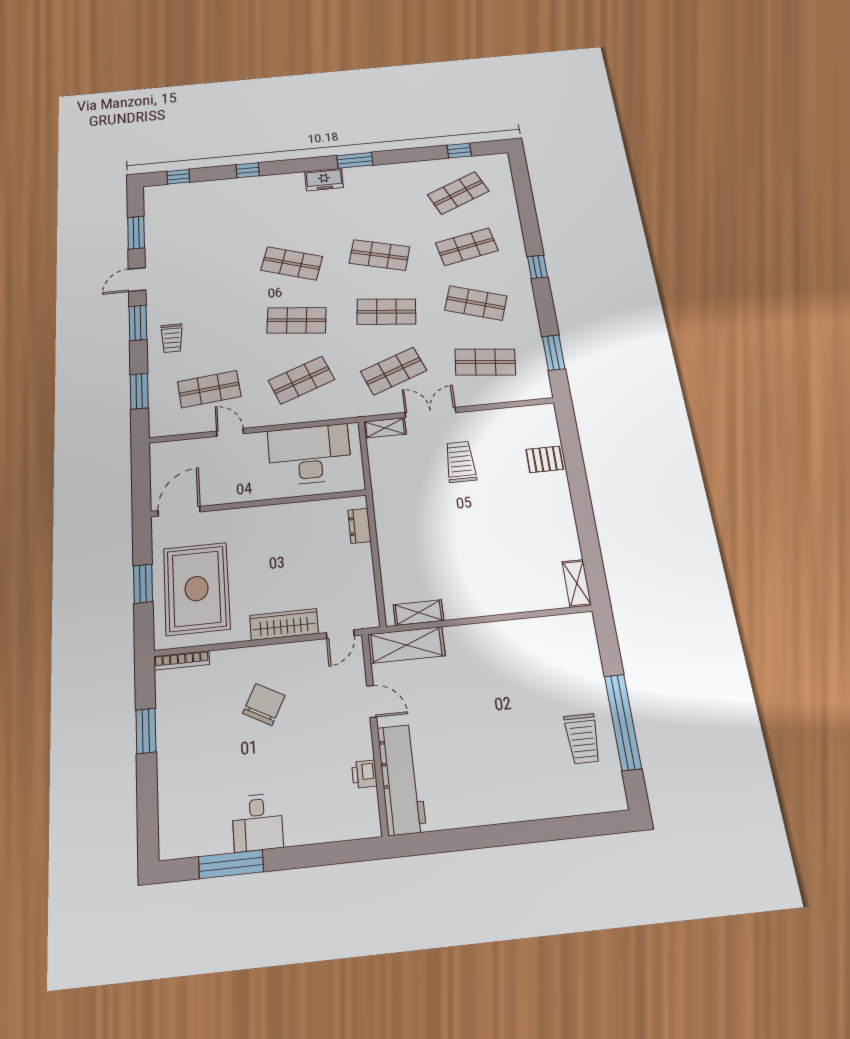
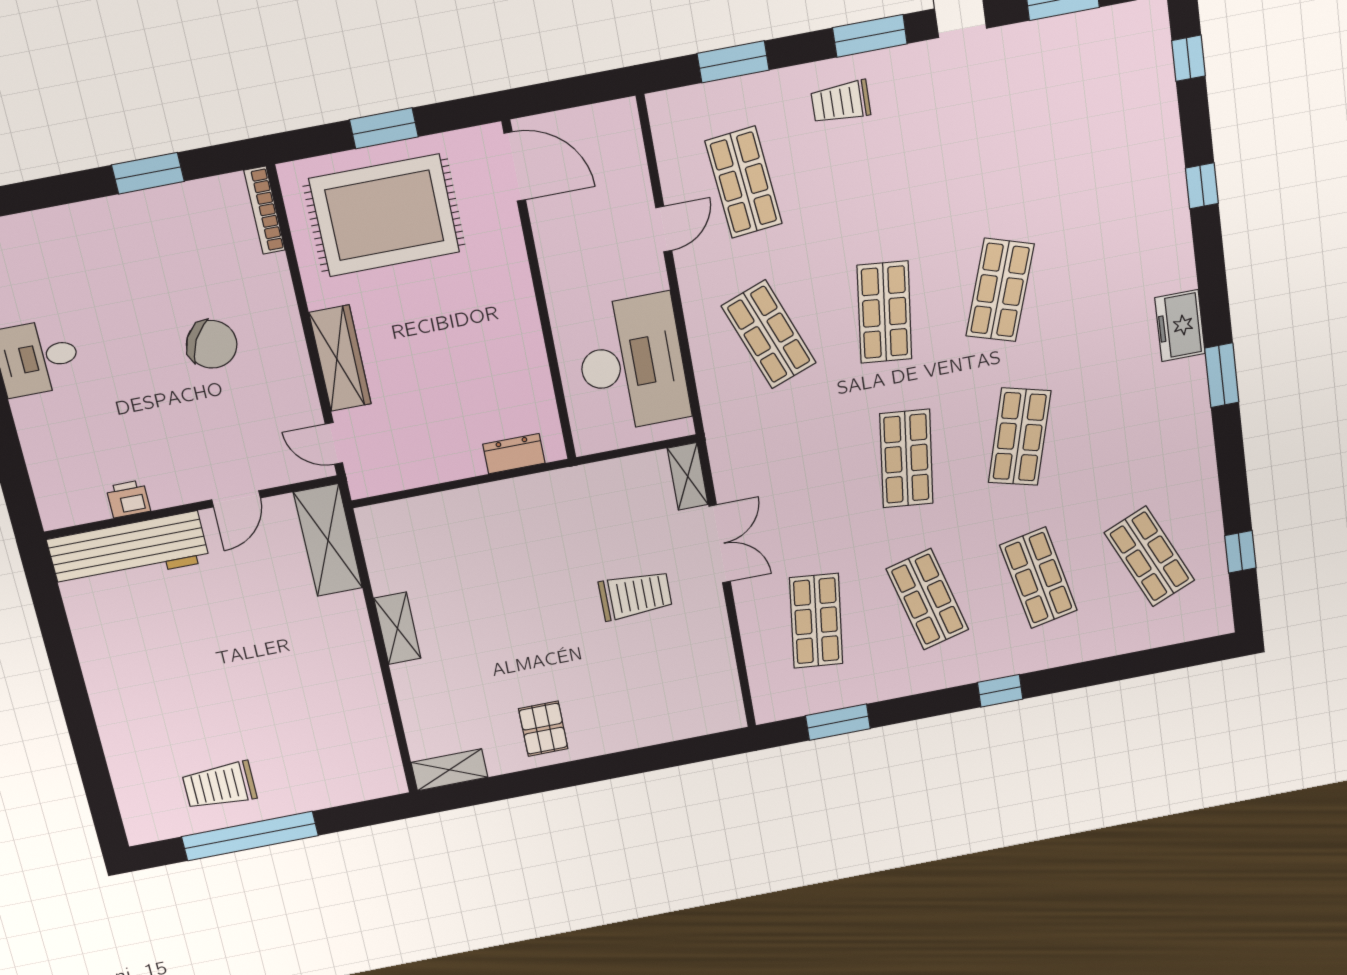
shop shelf: (476, 303) -> (927, 599), turned -33
shop shelf: (394, 371) -> (793, 480), removed
pallet: (545, 459) -> (543, 729), moved
shelving: (418, 613) -> (397, 628), moved

